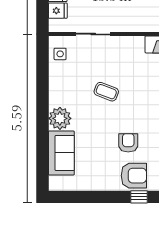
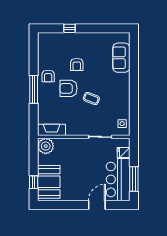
plant: (60, 118) -> (122, 81), removed
armchair: (134, 176) -> (68, 88), moved

